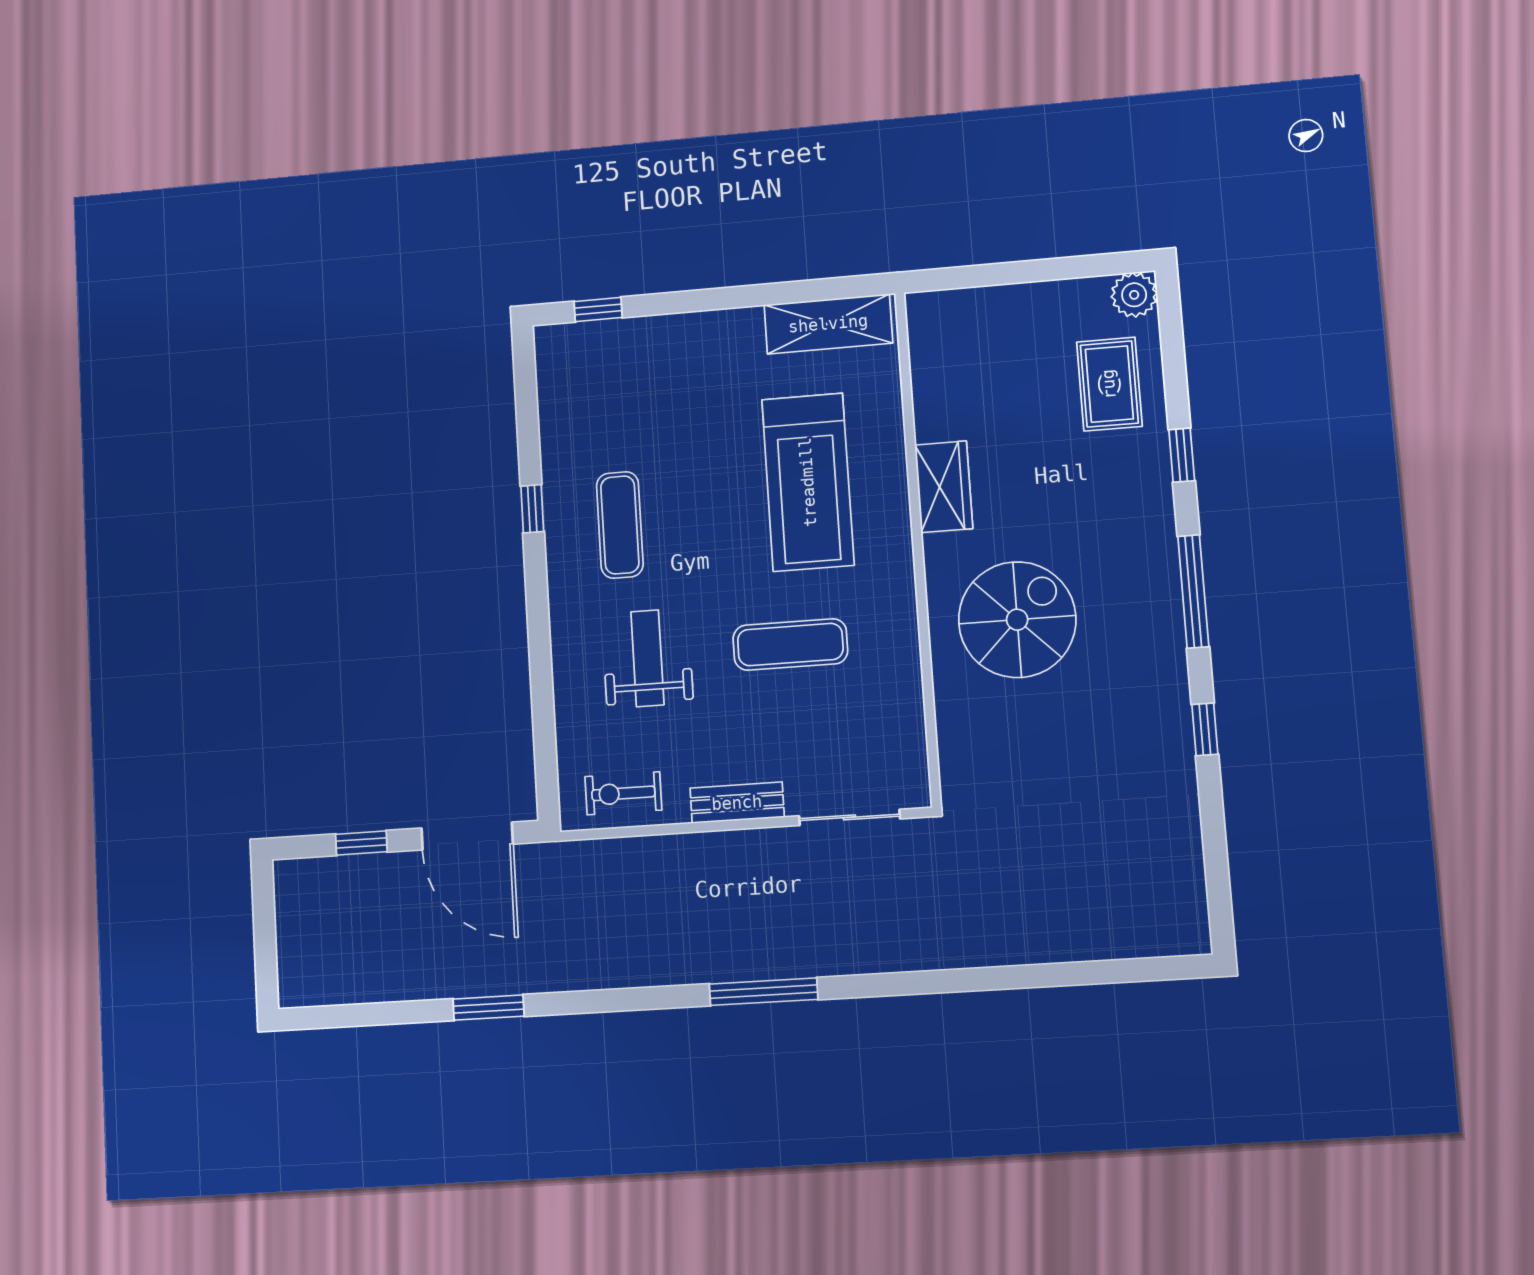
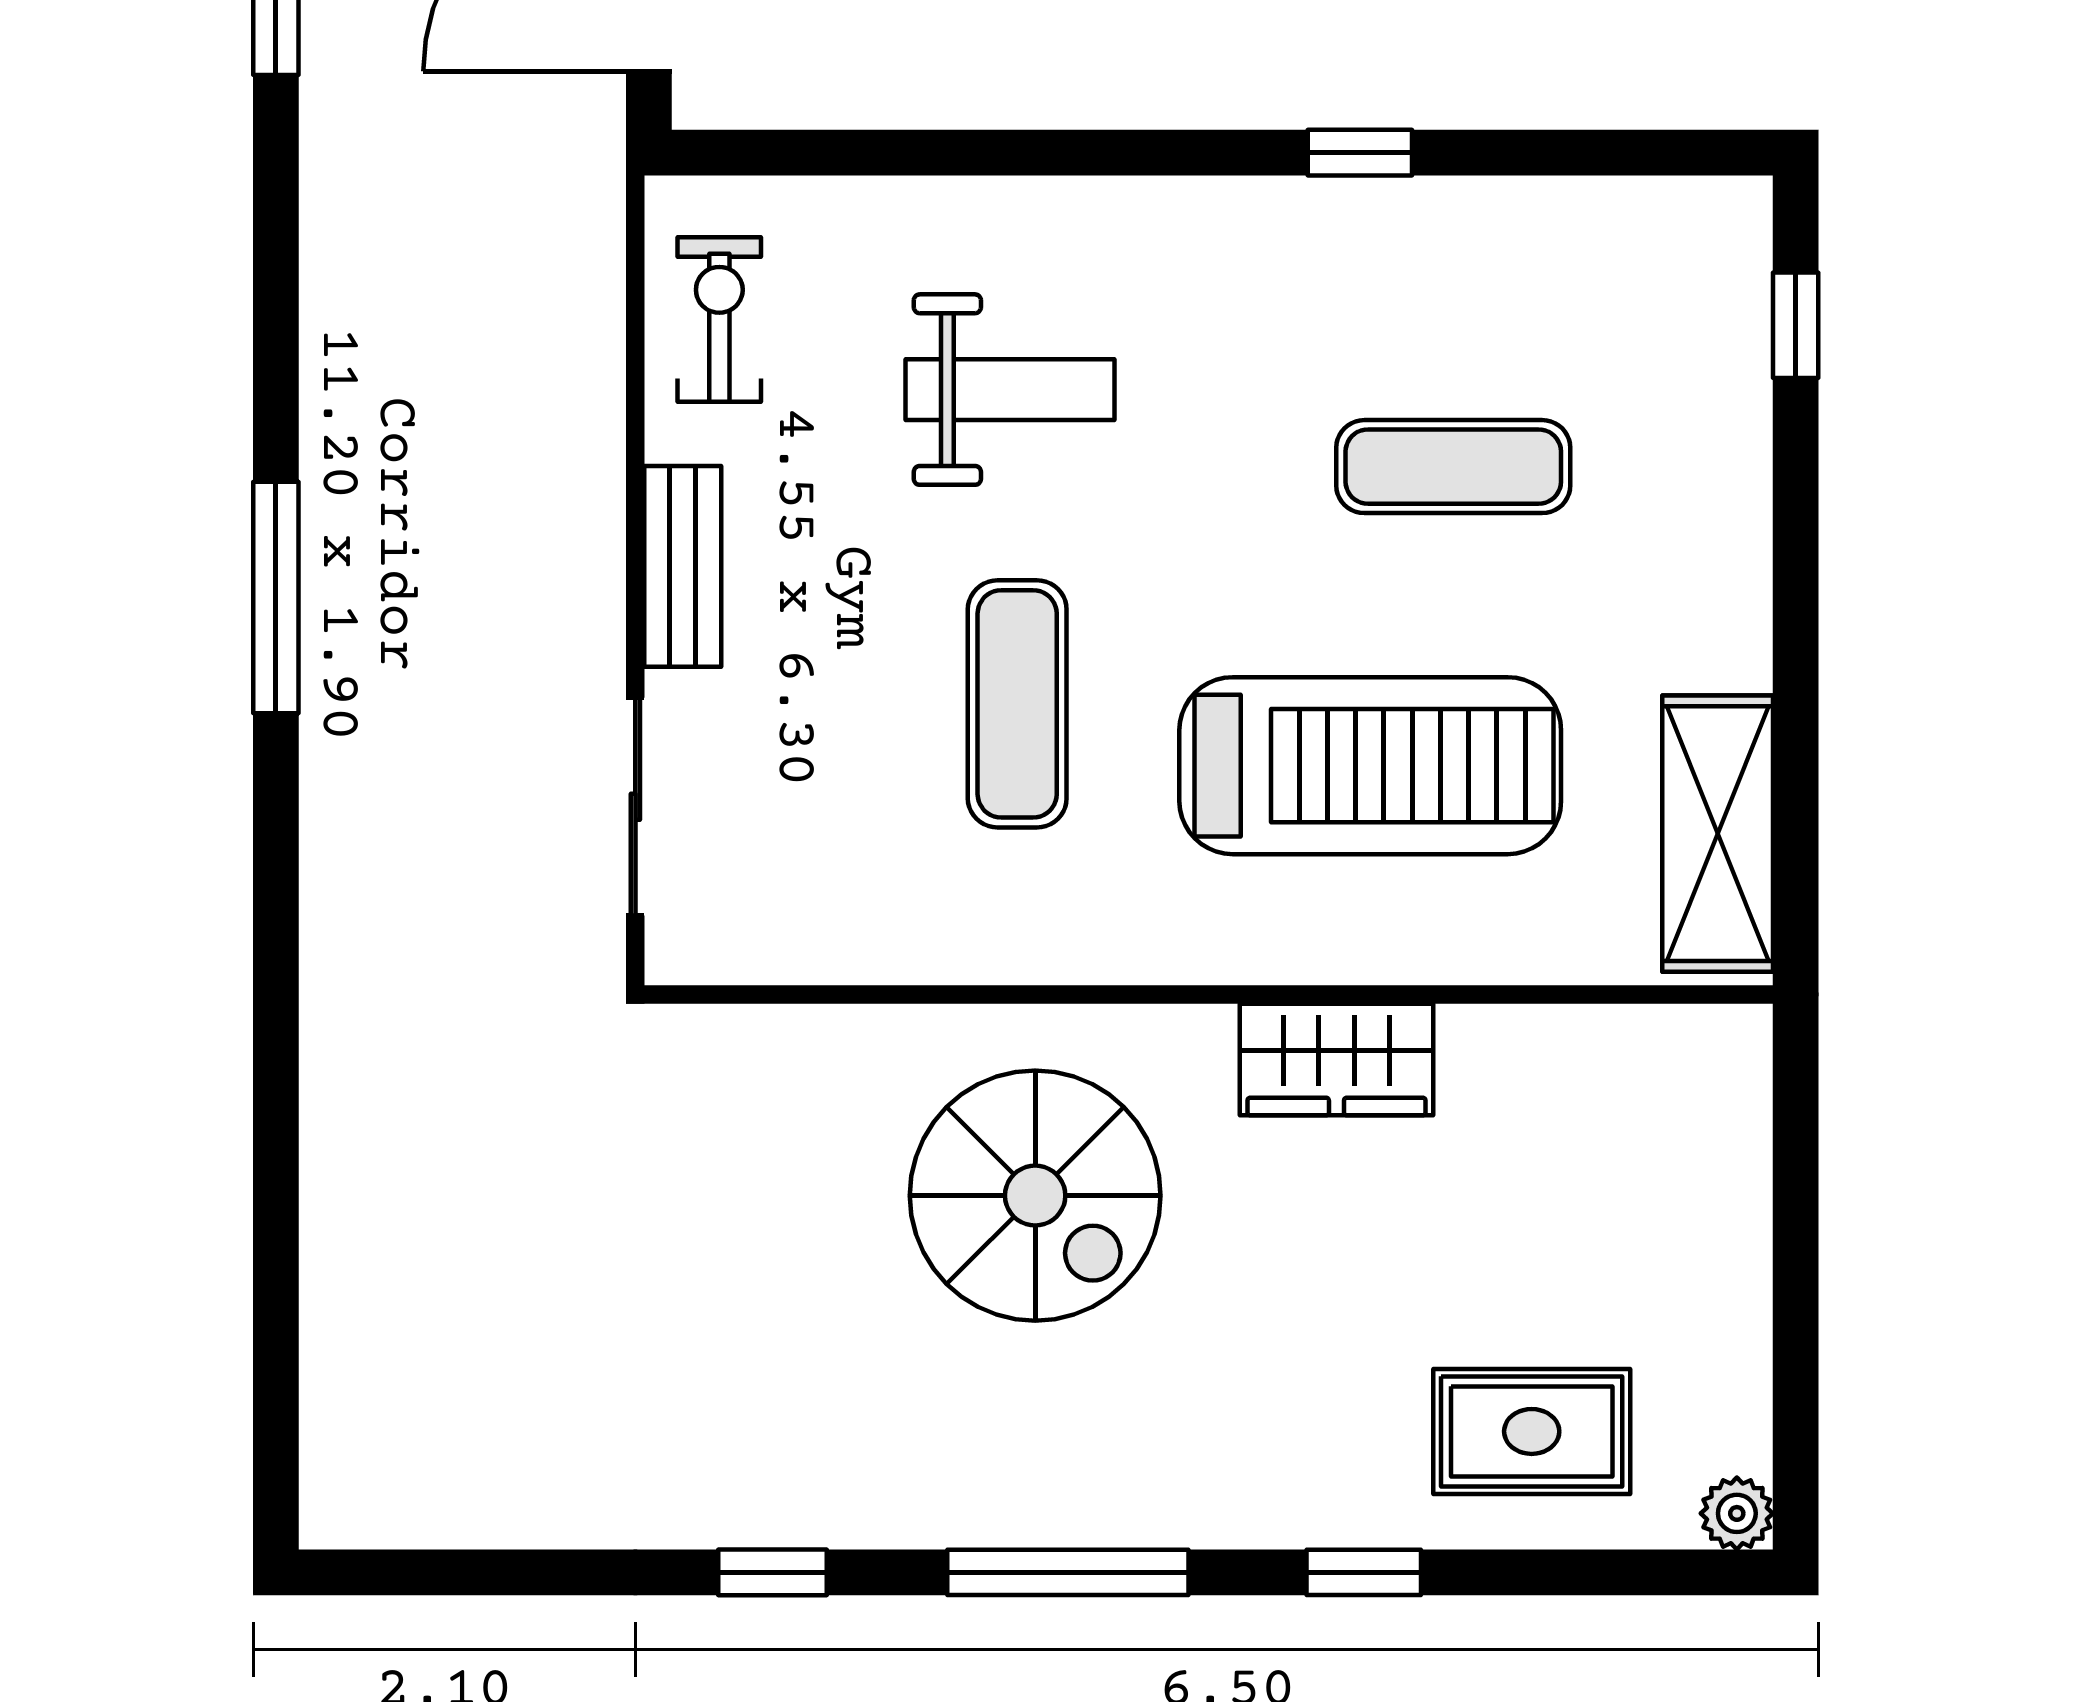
plant: (1134, 295) -> (1737, 1513), width x0.73, depth x0.73
treadmill: (808, 482) -> (1370, 766), turned 180
exercise mat: (620, 525) -> (1453, 467), moved

